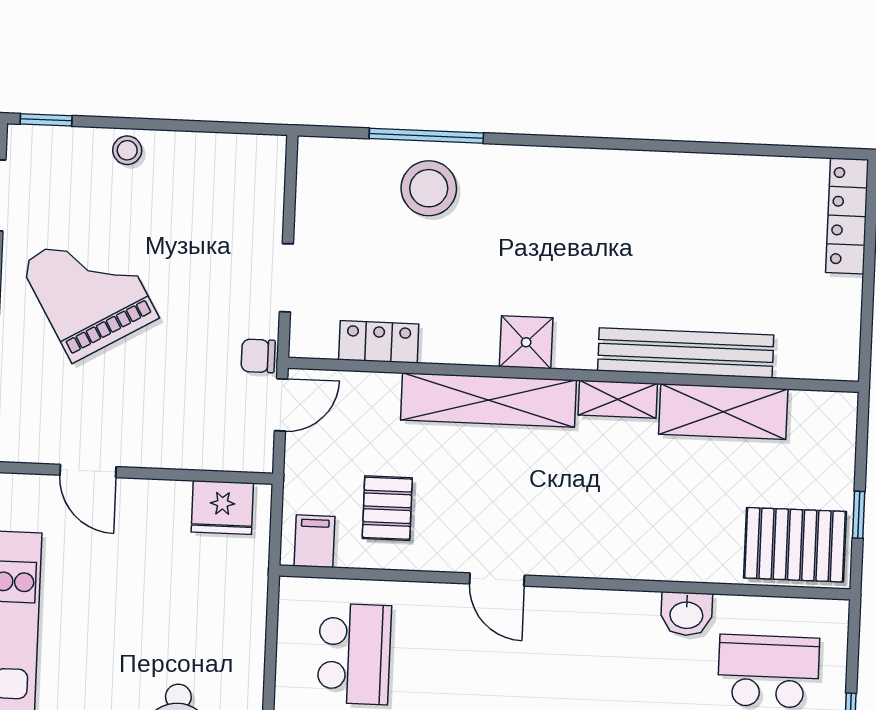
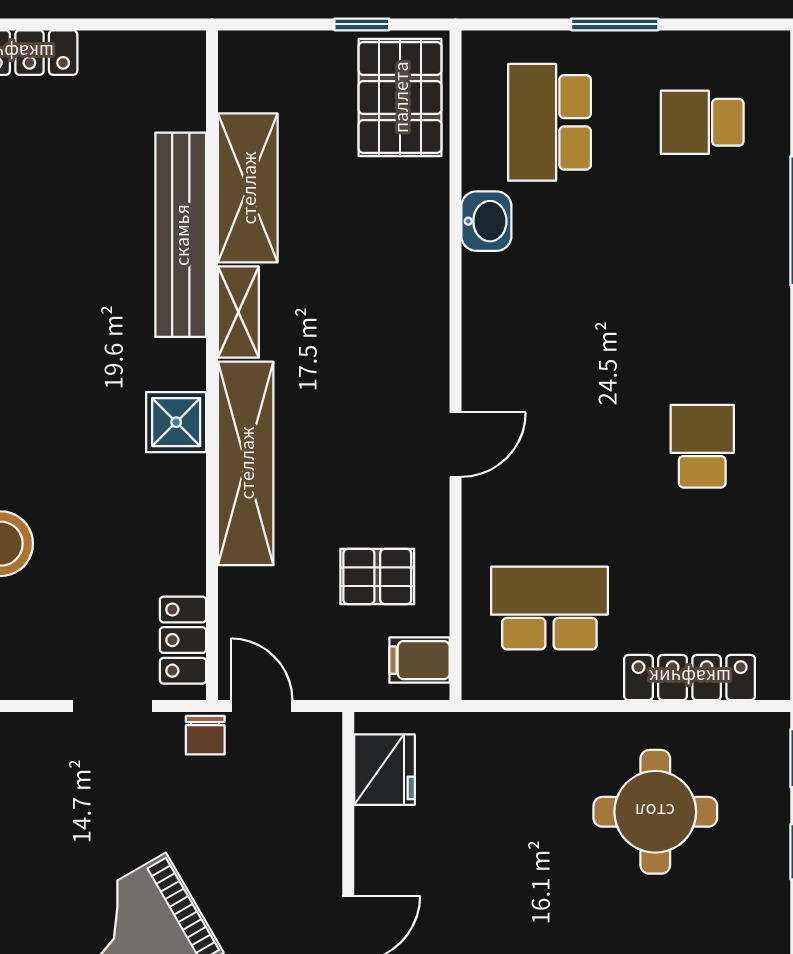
locker: (379, 342) -> (183, 640), moved

